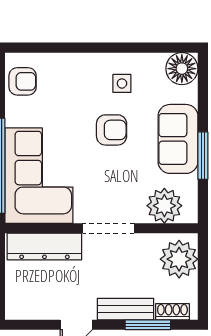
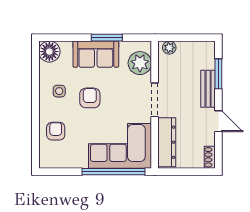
armchair: (23, 81) -> (56, 131), moved
plant: (179, 259) -> (169, 48), width x0.53, depth x0.53
shoe rack: (172, 312) -> (210, 157), moved

